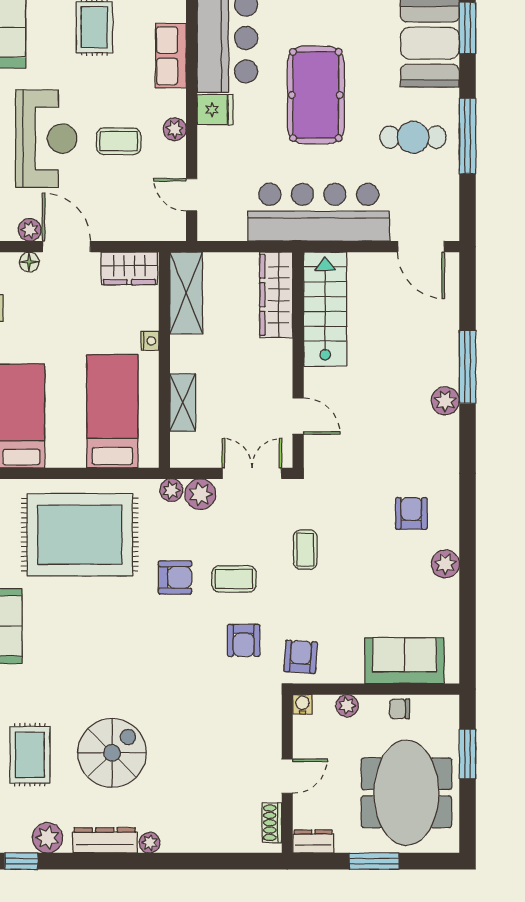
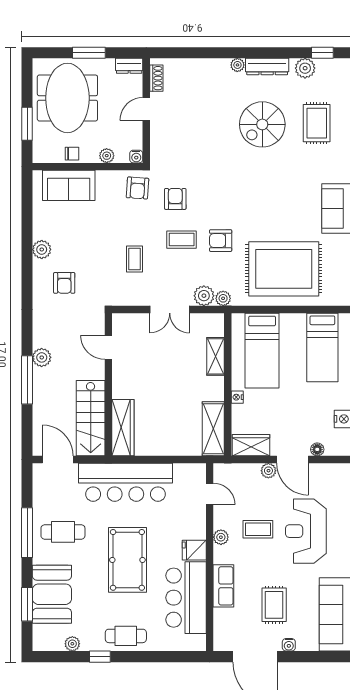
plant: (30, 230) -> (268, 471), moved
wardrobe: (276, 295) -> (123, 428), moved
stairs: (325, 309) -> (91, 418), moved
wall: (298, 360) -> (108, 384), moved
door: (298, 416) -> (108, 347), moved

